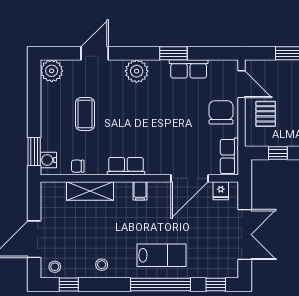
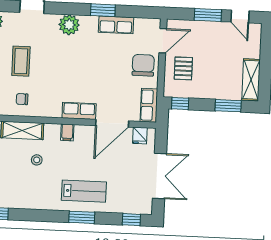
door: (242, 84) -> (163, 41), hinge flipped
window: (278, 153) -> (180, 104), moved
chair: (78, 166) -> (22, 99), moved
row of seats: (126, 166) -> (79, 111), moved
stool: (102, 265) -> (37, 160), moved
window: (160, 284) -> (82, 217), width x0.47

